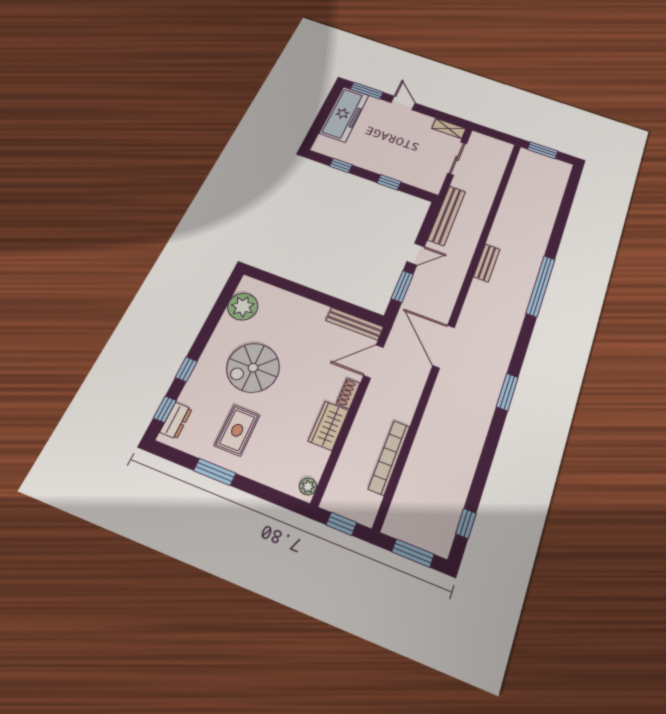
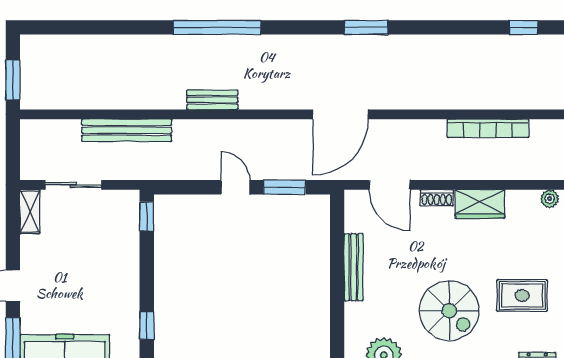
window: (389, 182) -> (147, 216), moved
bench: (447, 216) -> (127, 130), moved
bench: (355, 324) -> (354, 267), moved

